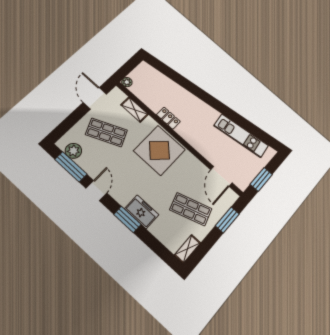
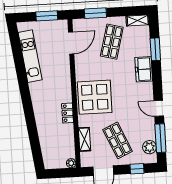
window: (67, 124) -> (137, 169), added
door: (96, 191) -> (159, 108), hinge flipped
shop shelf: (191, 209) -> (112, 42), turned 33
window: (127, 219) -> (155, 49), moved

